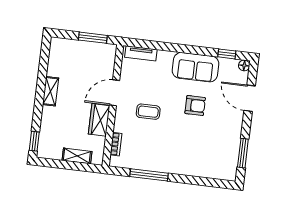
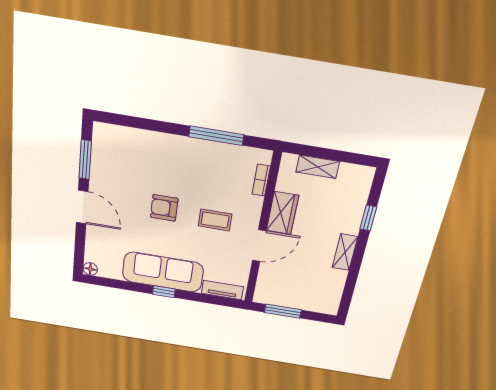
window: (227, 54) -> (164, 292), moved
sofa: (195, 67) -> (163, 272), width x1.36
door: (250, 98) -> (82, 207), moved
armchair: (195, 106) -> (164, 208), moved
window: (34, 141) -> (368, 218), moved

